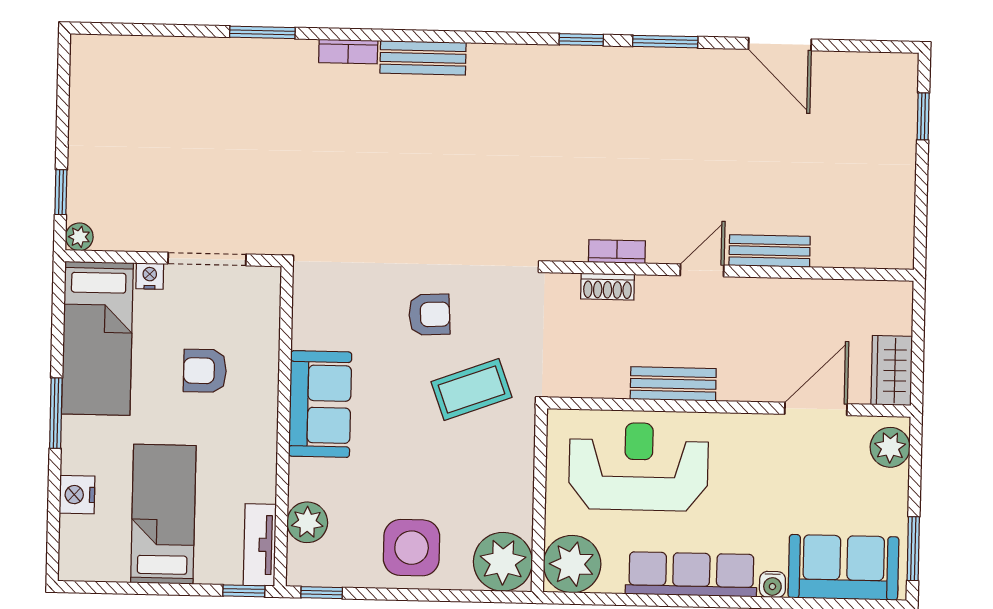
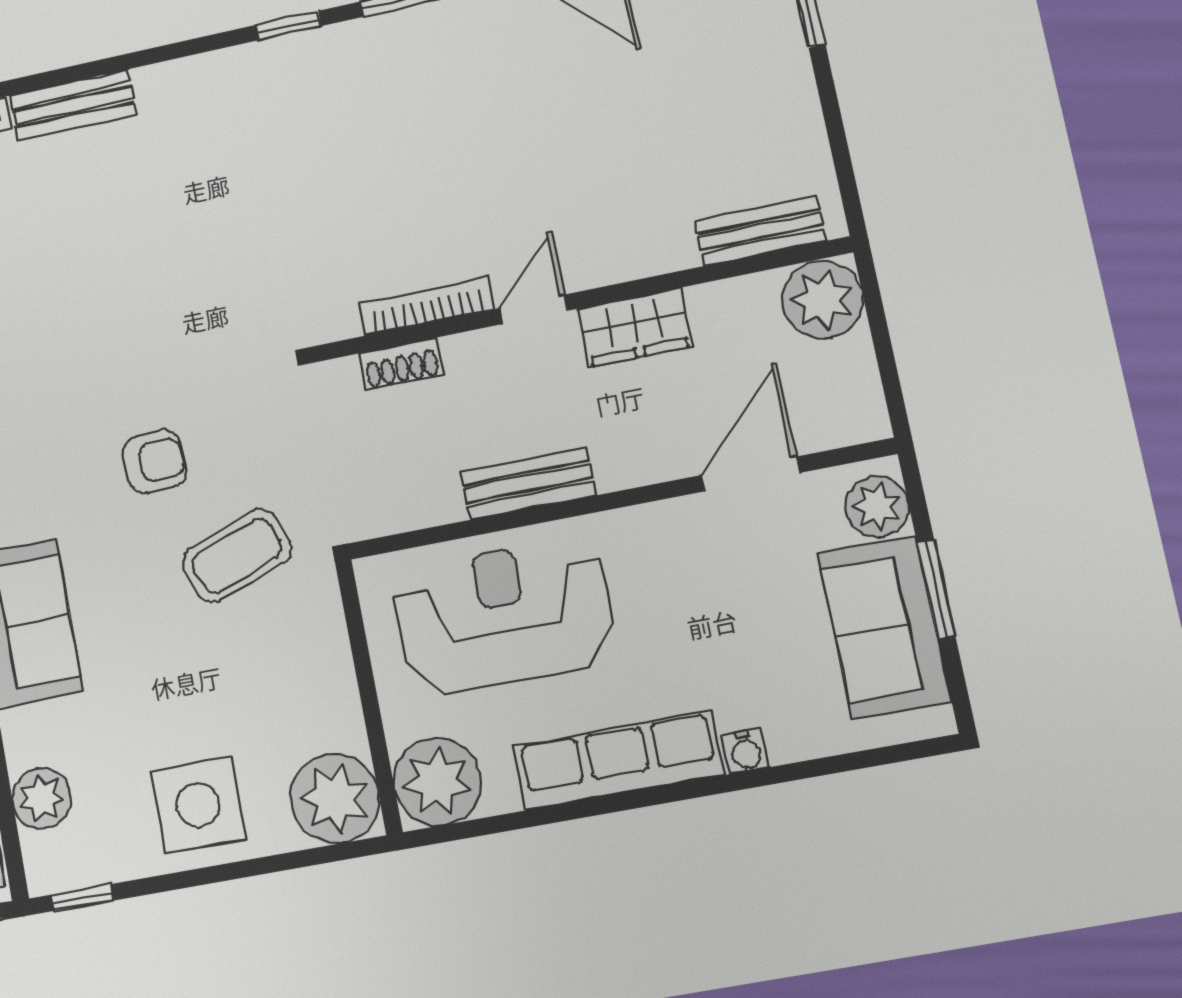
bench: (770, 251) -> (760, 231), moved
bookcase: (617, 252) -> (427, 306), width x1.56
plant: (887, 307) -> (823, 300), added
wardrobe: (892, 370) -> (635, 327), moved, turned -90
window: (913, 549) -> (936, 590), moved
sofa: (843, 567) -> (884, 628), moved, turned -90

